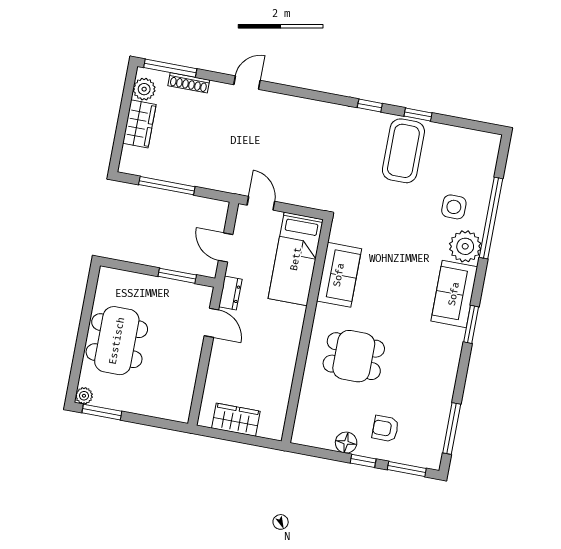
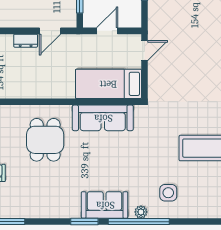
window: (491, 218) -> (139, 222), moved
plant: (465, 246) -> (141, 212), width x0.53, depth x0.53
sofa: (339, 275) -> (103, 118), width x1.36
dresser: (230, 293) -> (26, 41), moved

